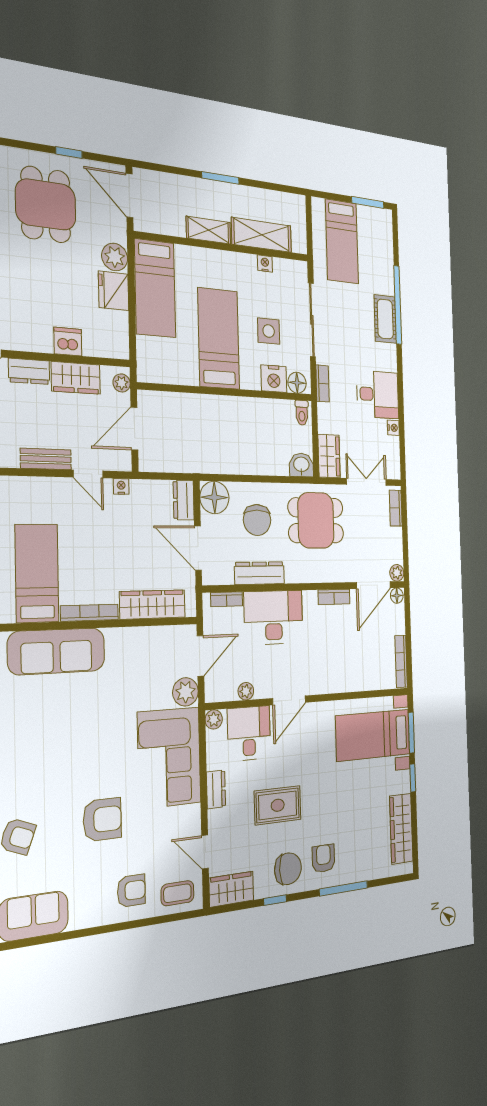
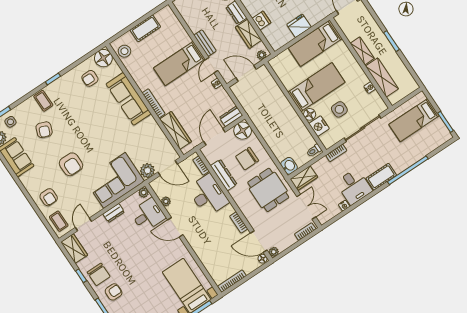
plant: (115, 257) -> (314, 17), removed
cot: (385, 319) -> (381, 177), moved
floor lamp: (297, 383) -> (310, 114), moved
bed: (37, 573) -> (179, 63), moved, turned 180
rug: (278, 805) -> (124, 251), removed

